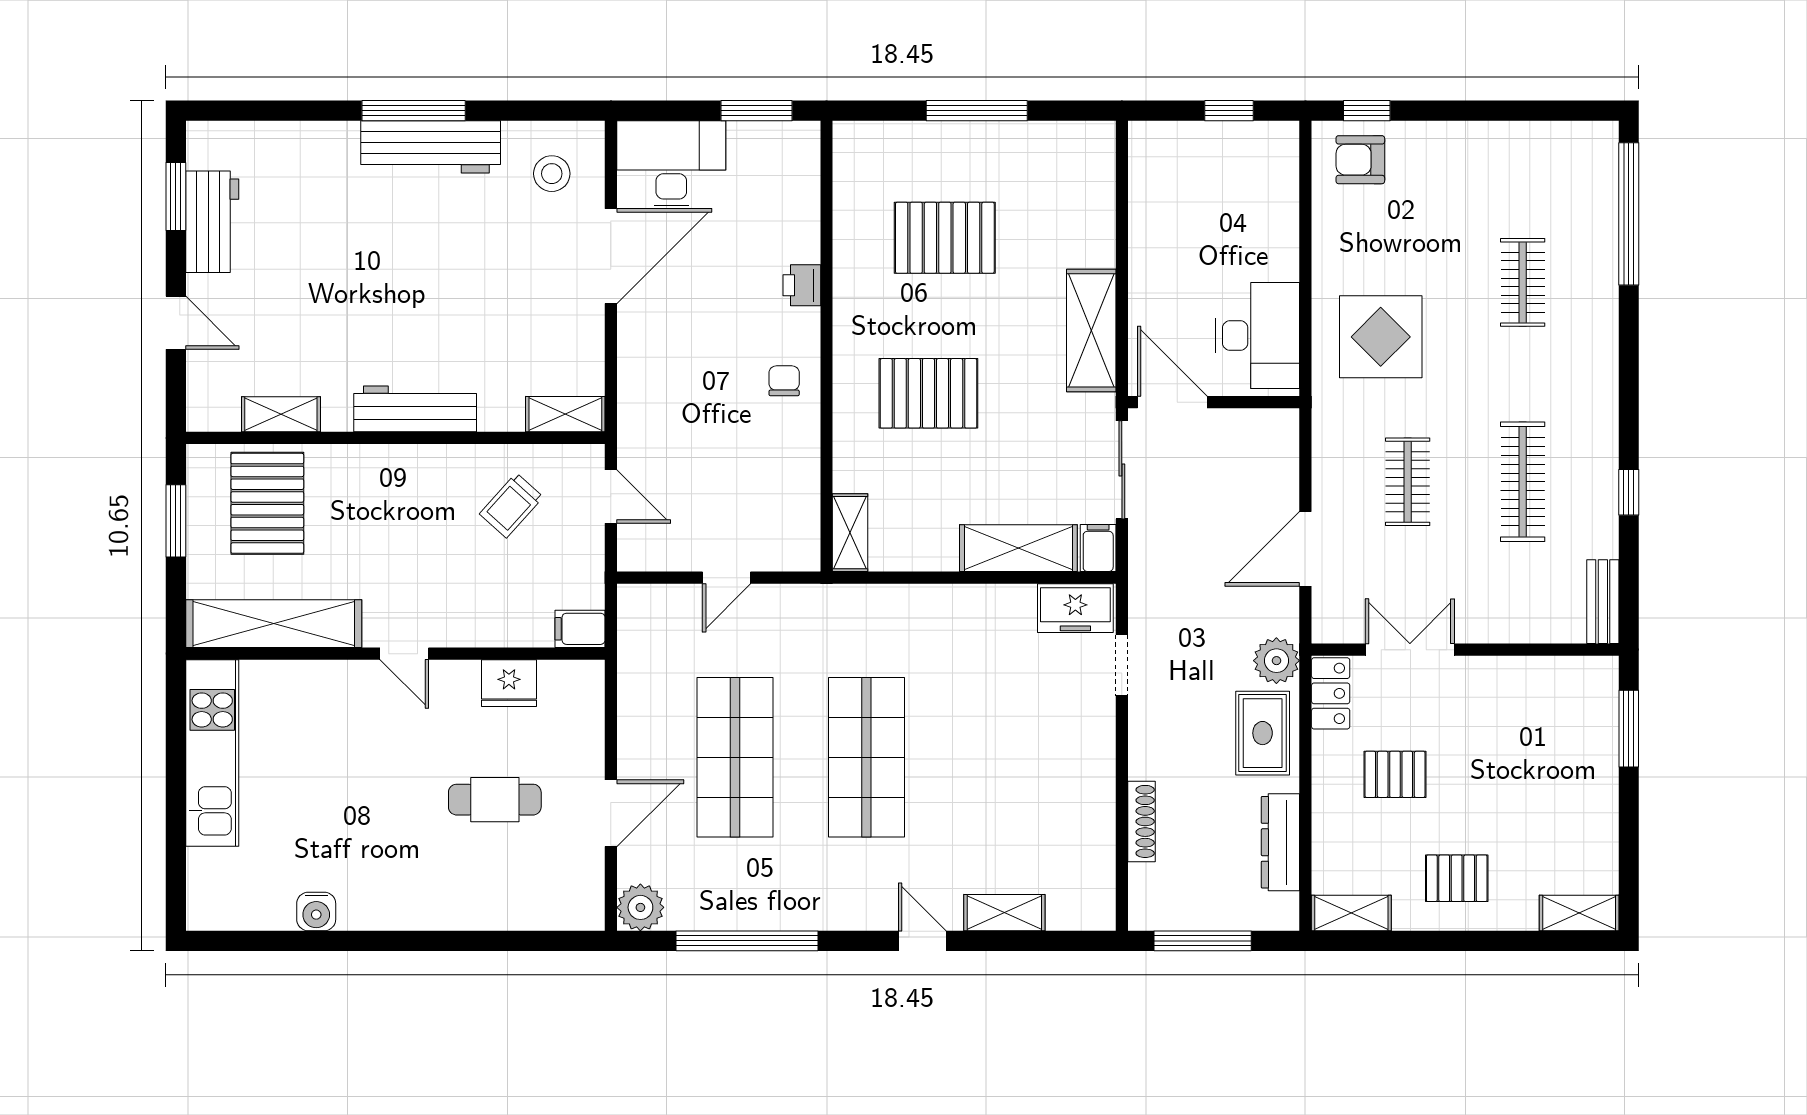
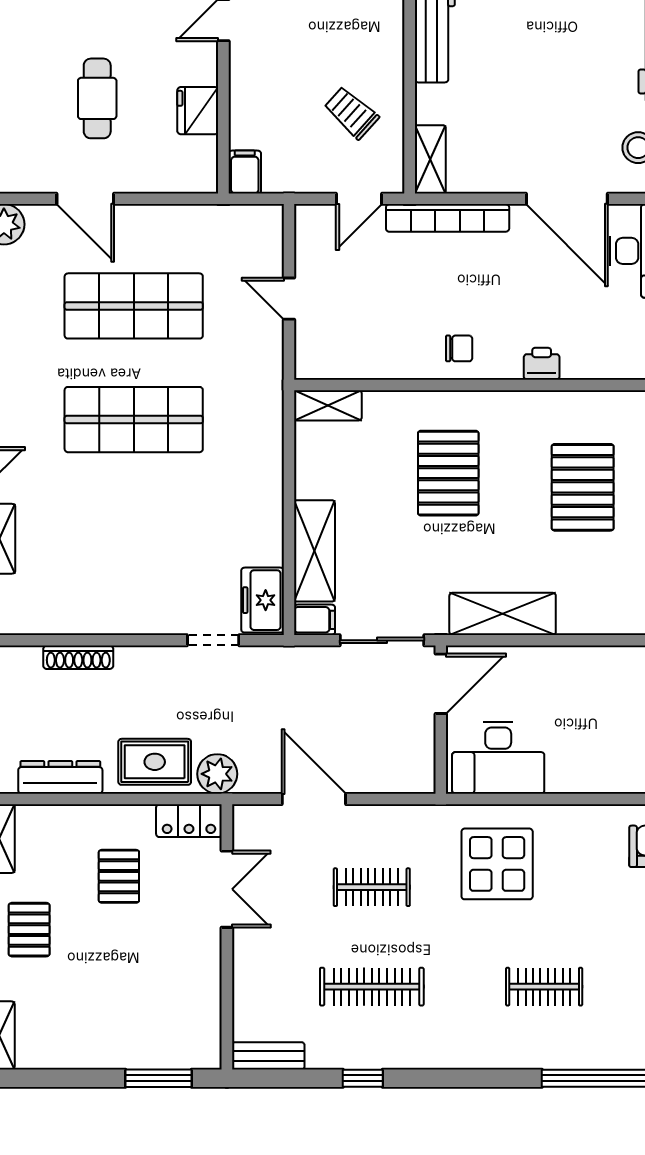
bookcase: (633, 394) -> (448, 218), added

